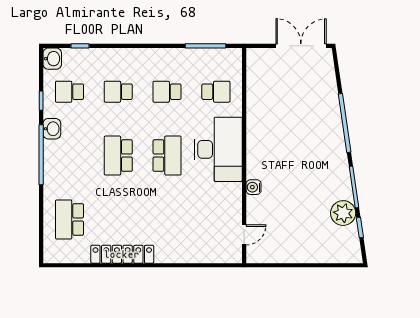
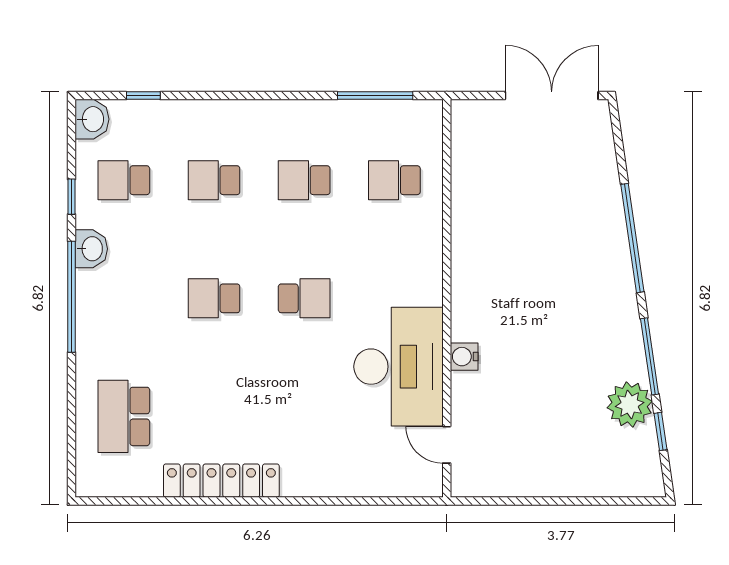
school desk: (216, 92) -> (394, 180), turned 180
desk: (218, 149) -> (399, 367), moved
school desk: (118, 156) -> (214, 298), width x0.54
school desk: (167, 156) -> (304, 298), width x0.54
door: (244, 235) -> (447, 445), swing flipped

